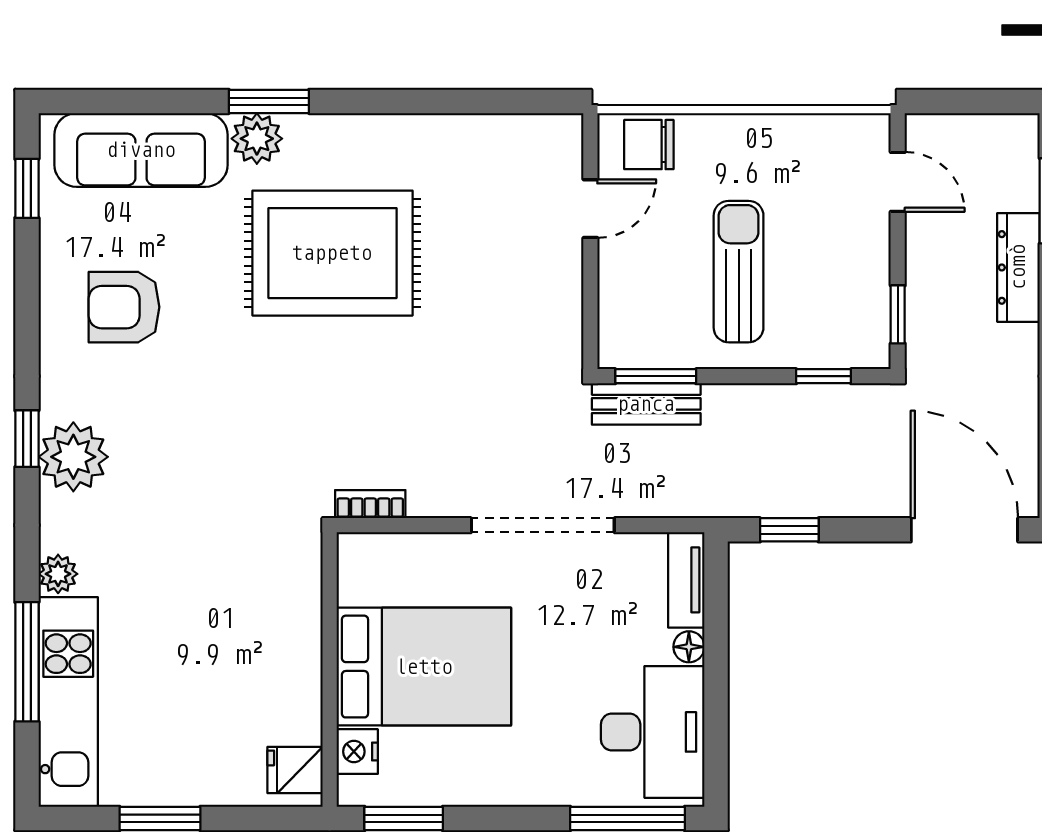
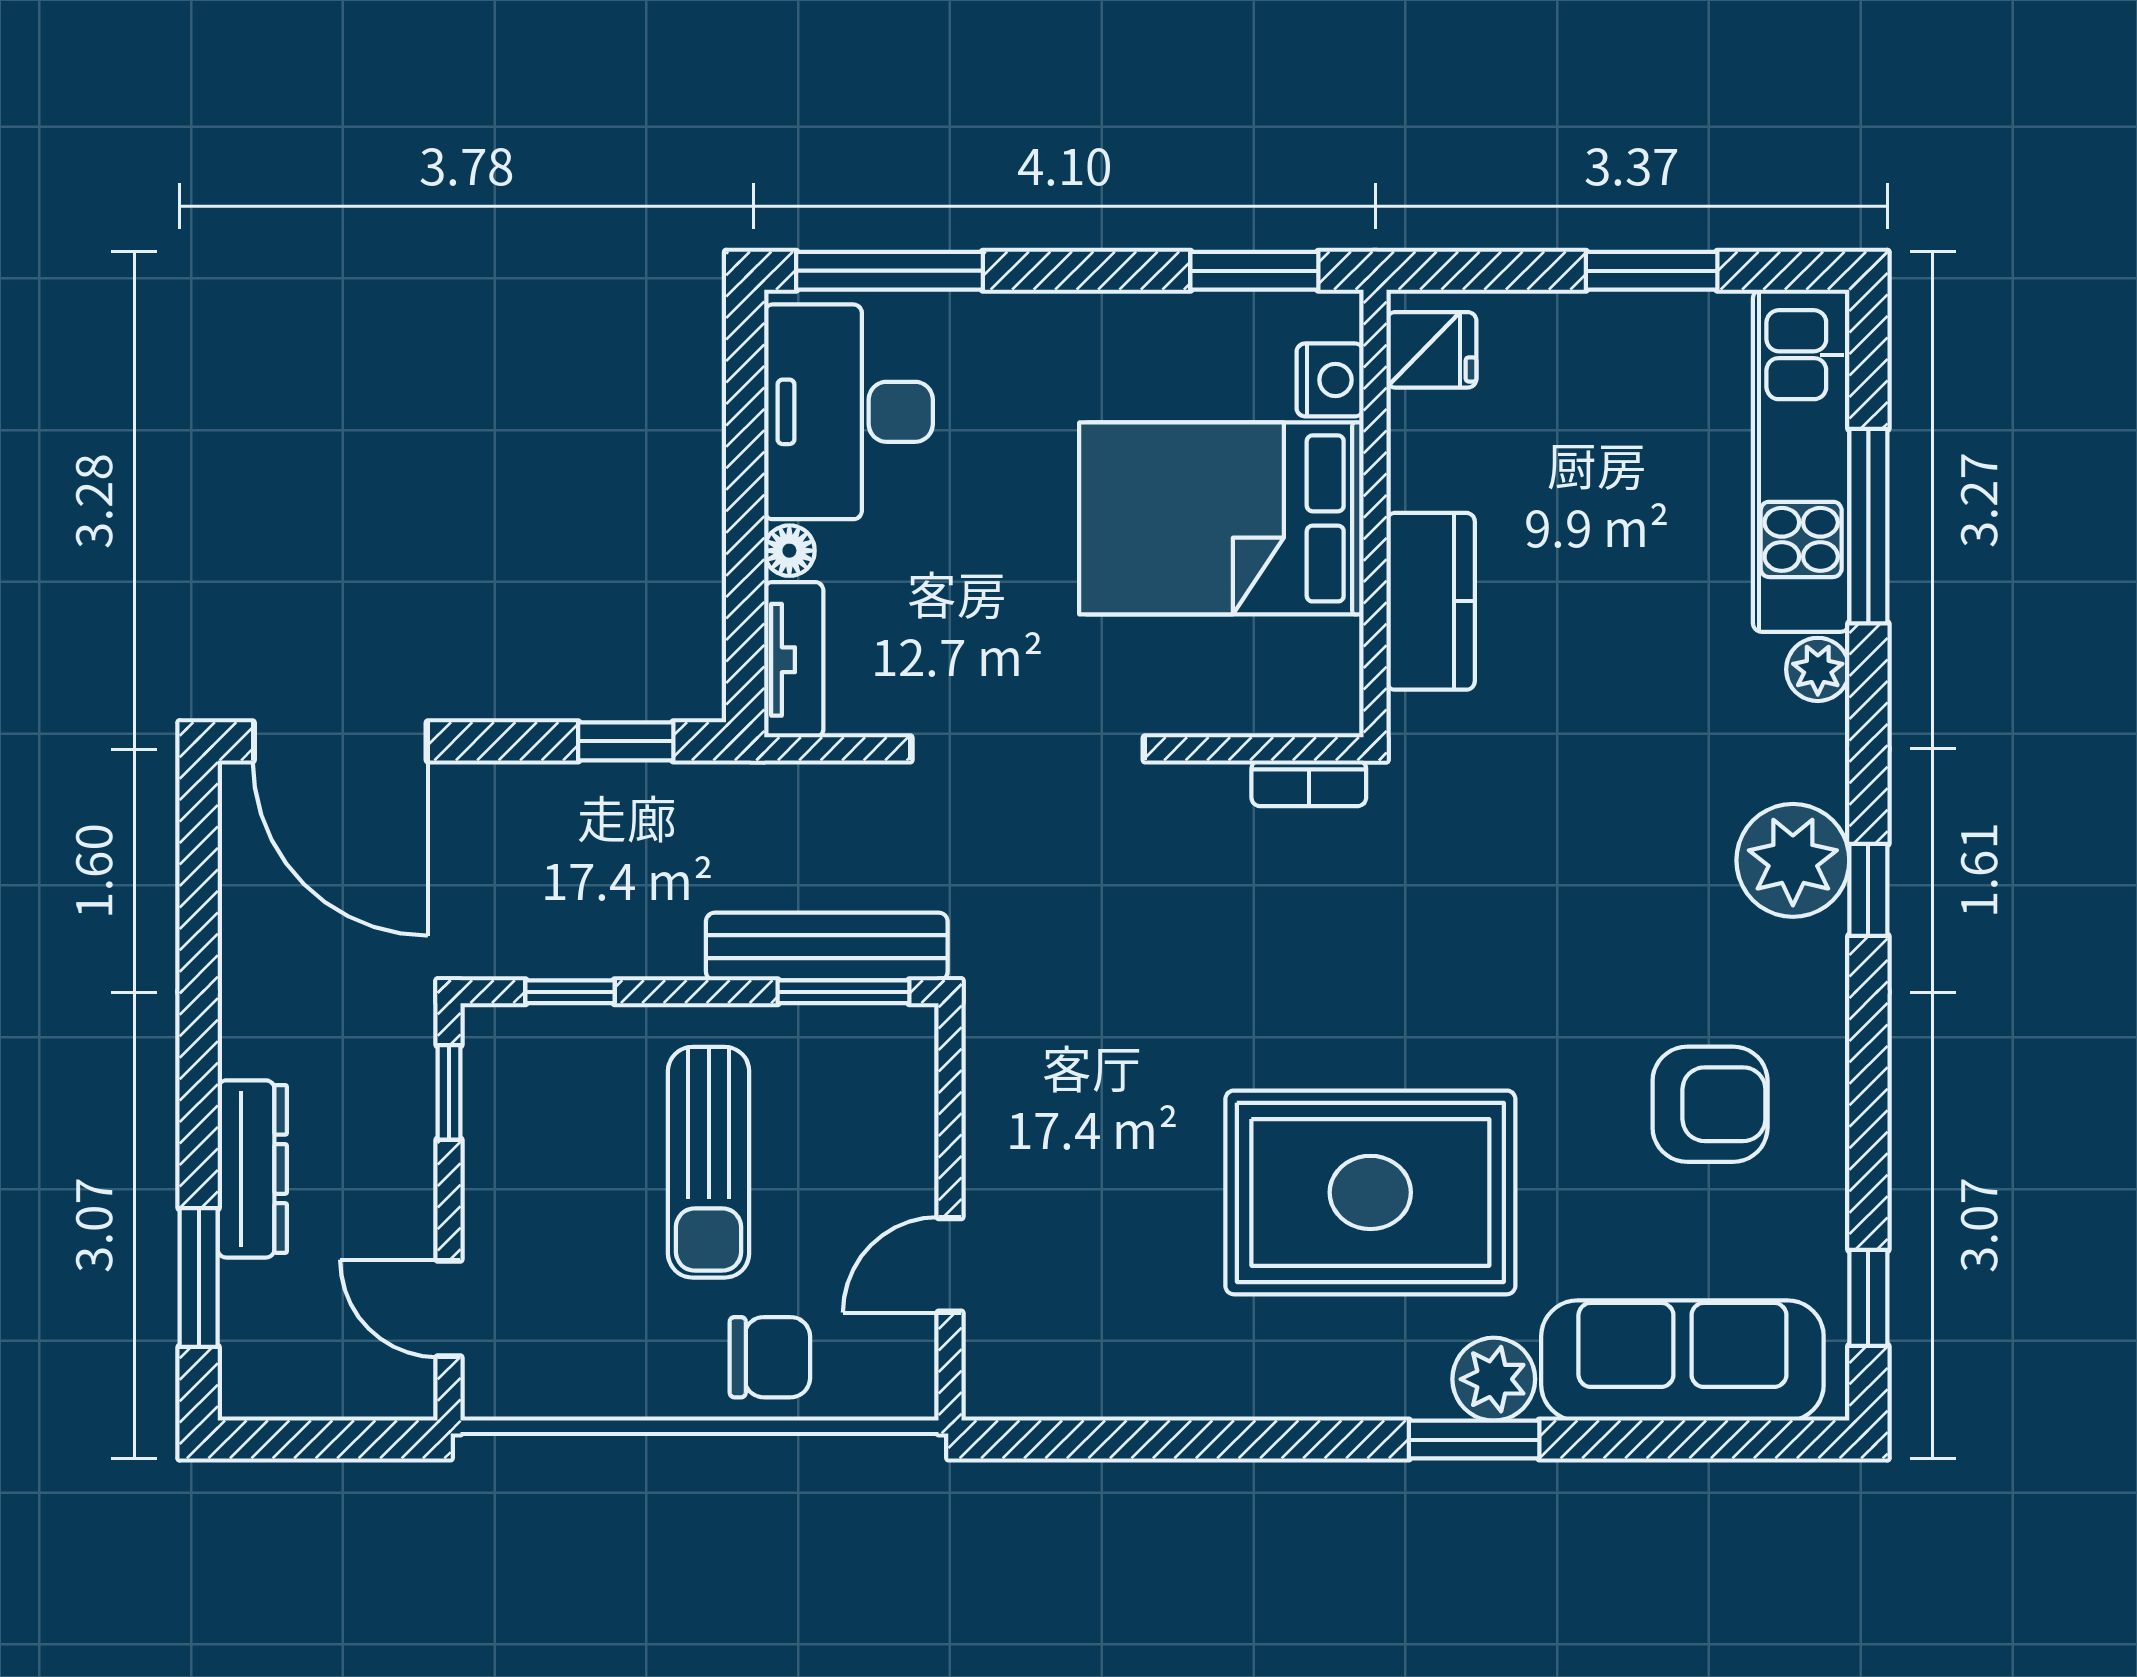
chair: (649, 145) -> (770, 1357), moved
bench: (646, 404) -> (827, 947), width x1.36
kitchen counter: (296, 616) -> (1431, 601), added

